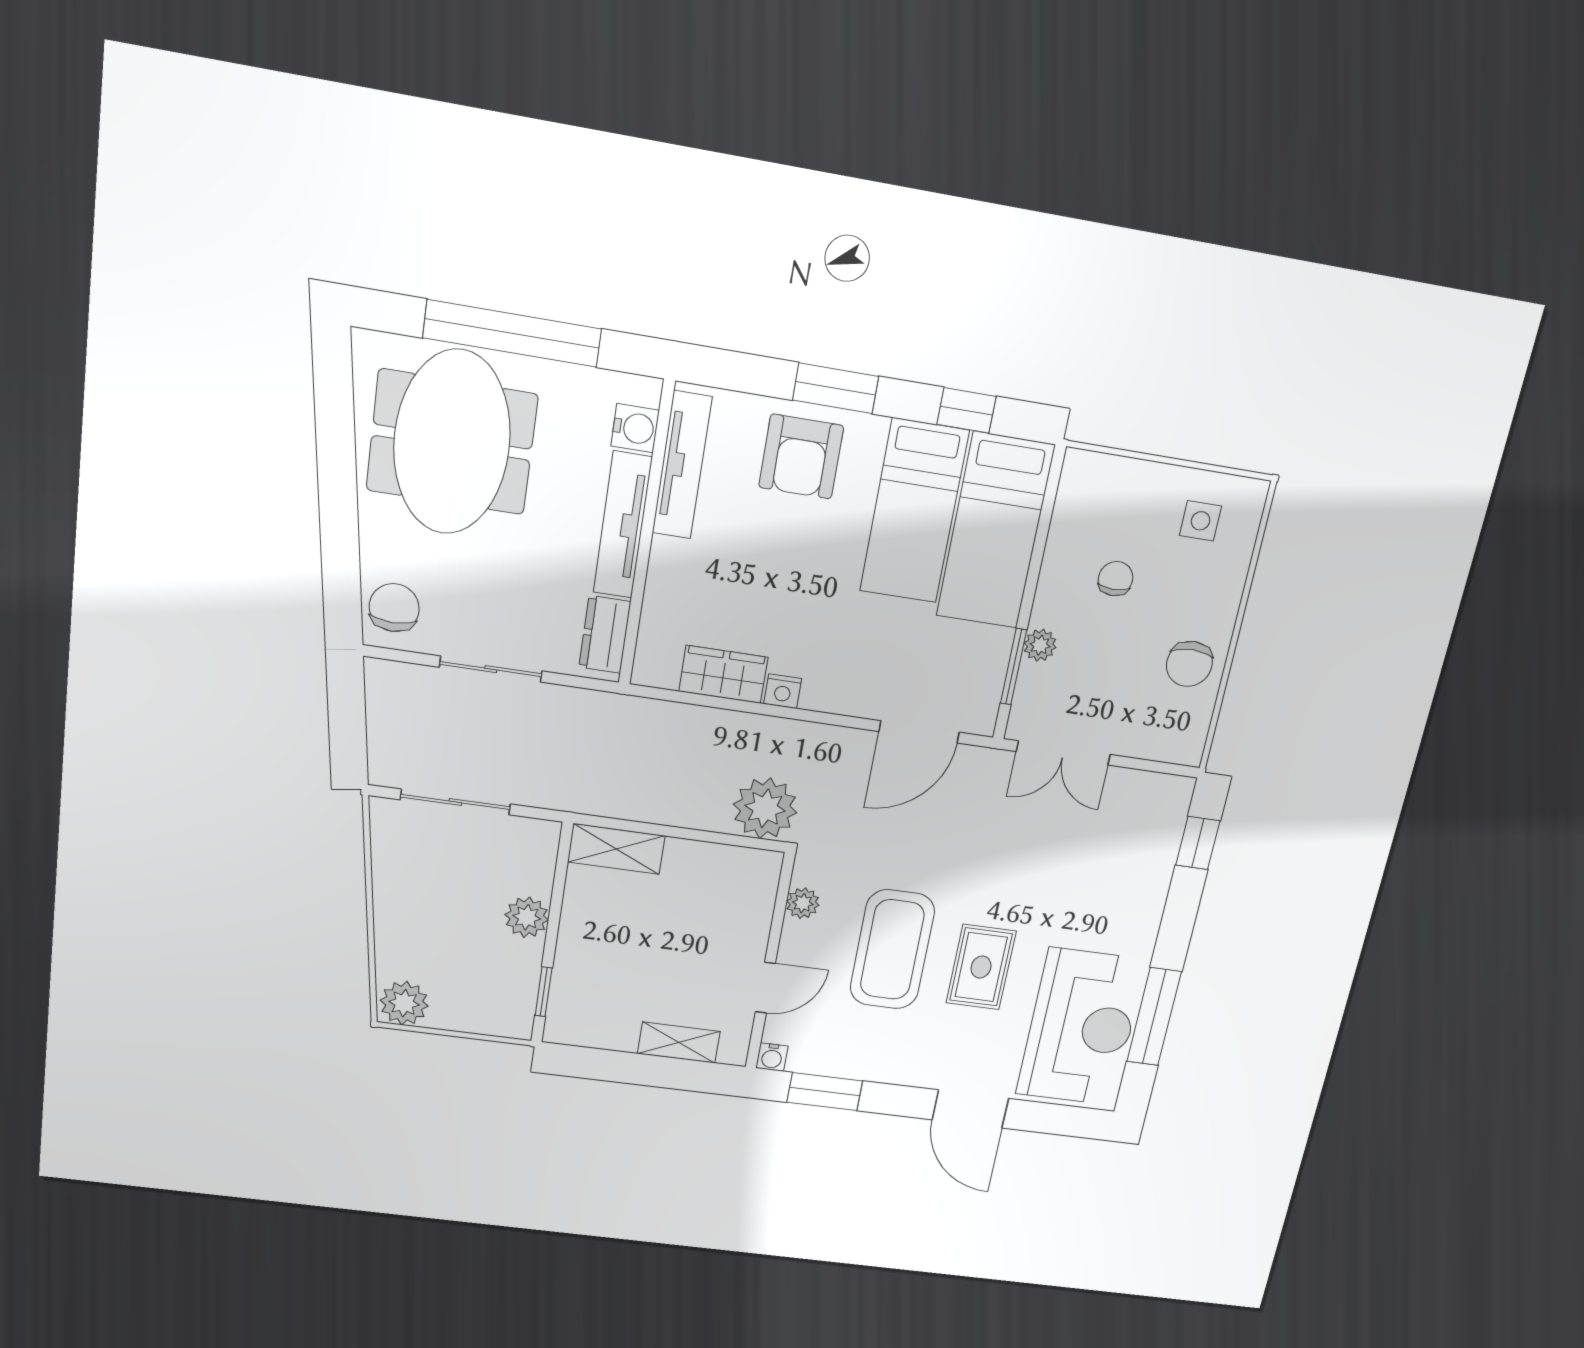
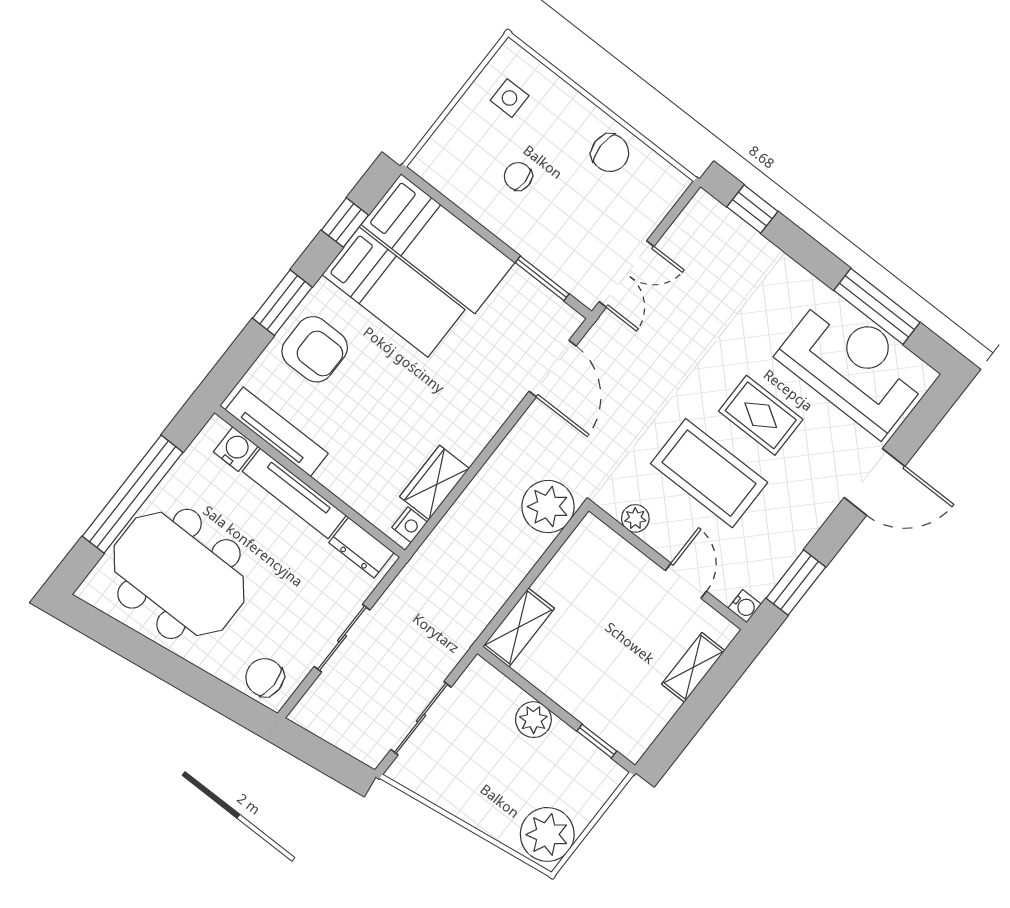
plant: (1040, 645) -> (537, 252), removed
nightstand: (783, 691) -> (410, 525), moved
plant: (404, 1003) -> (547, 834), width x1.36, depth x1.36

